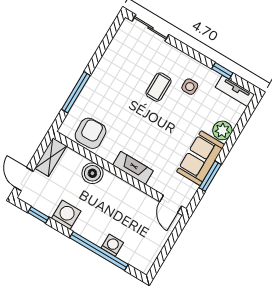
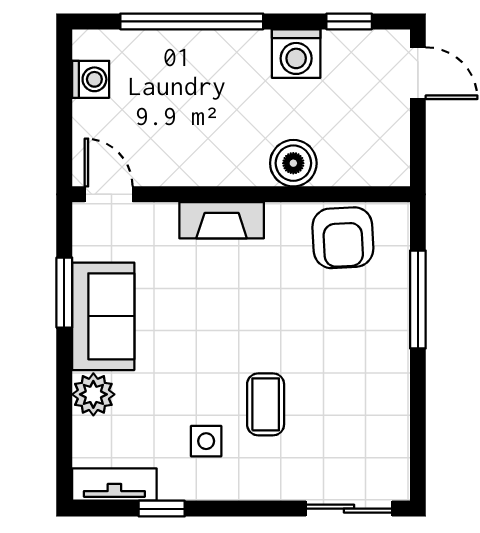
shelving: (51, 157) -> (392, 146), removed
washing machine: (112, 245) -> (91, 79), moved, turned -90

